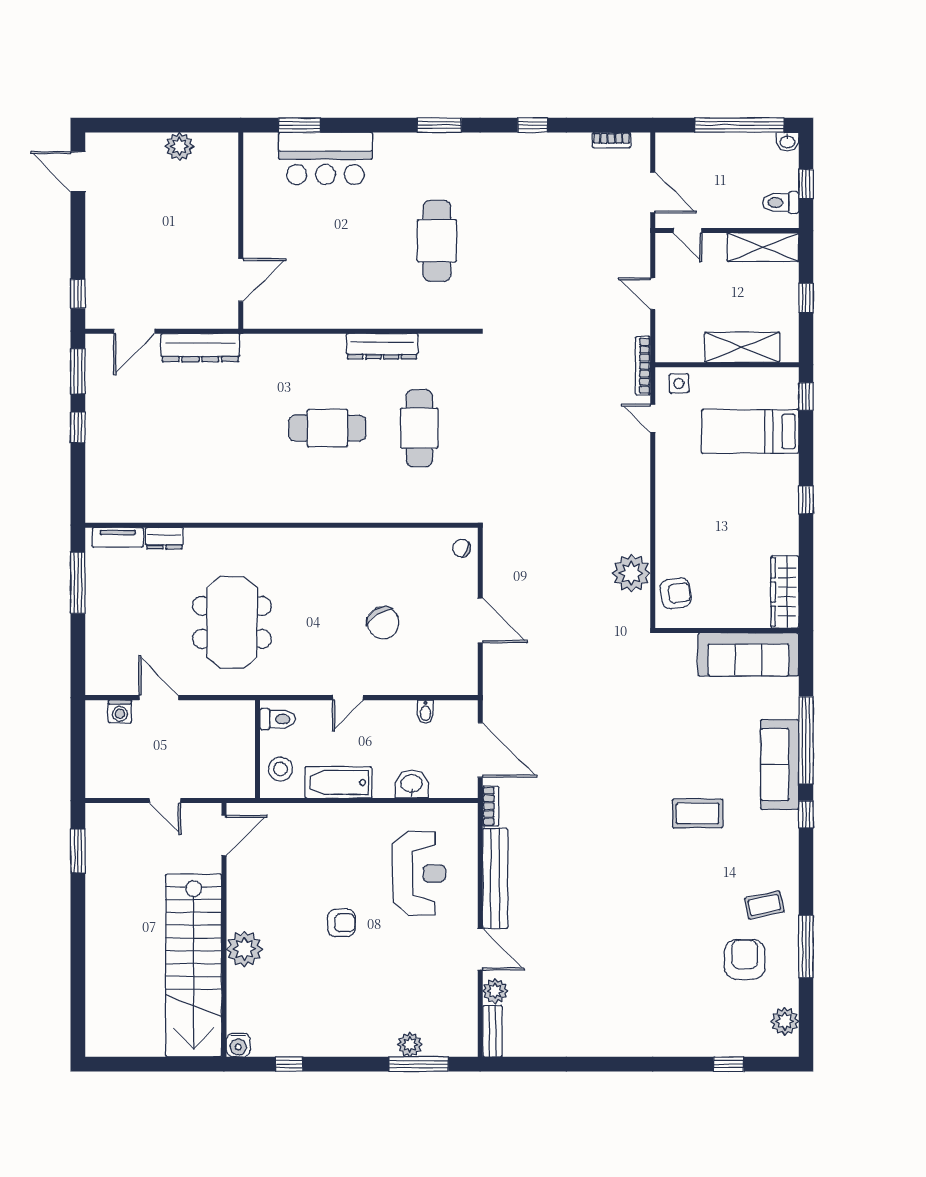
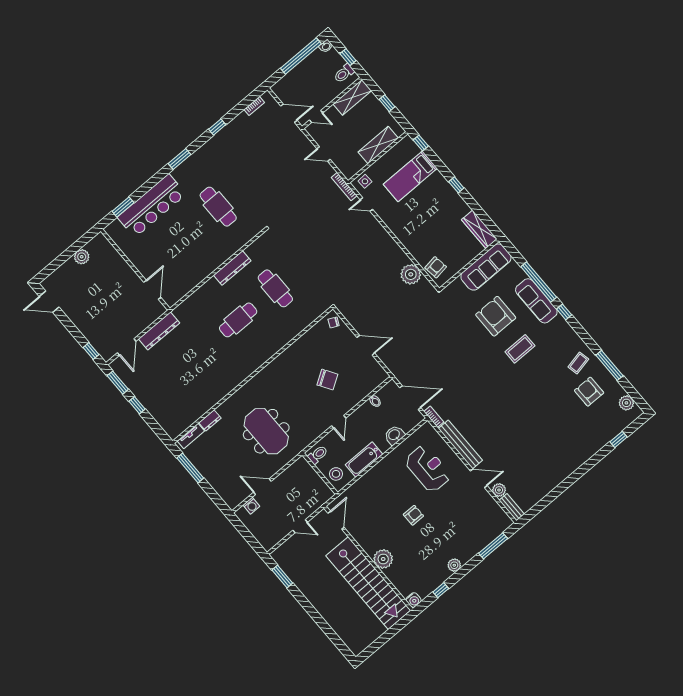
bar counter: (325, 158) -> (152, 206), width x1.36
armchair: (702, 737) -> (496, 316), added
plant: (410, 1045) -> (454, 565), moved

